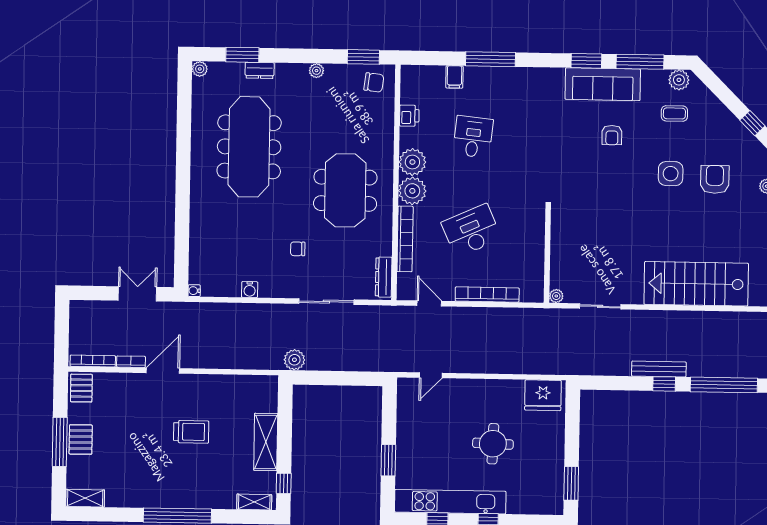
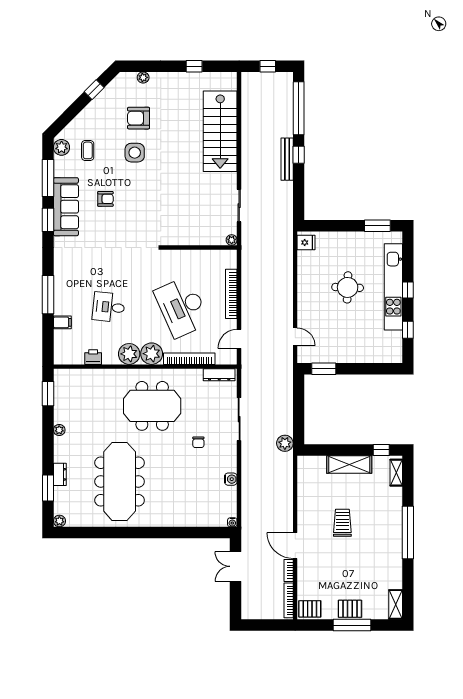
chair: (374, 82) -> (68, 385), removed
meeting table: (249, 147) -> (120, 481), turned 90
desk: (471, 231) -> (182, 307), width x1.36, depth x1.30
fridge: (543, 395) -> (306, 242), width x0.53, depth x0.75
window: (388, 460) -> (324, 369), moved
kitchen unit: (450, 502) -> (393, 287), moved

